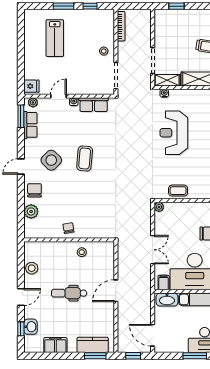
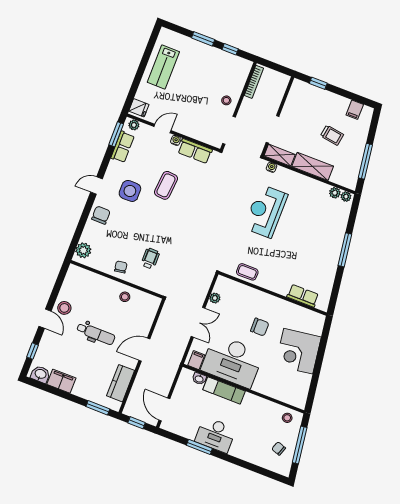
lab bench: (55, 38) -> (163, 67), moved
coffee table: (85, 158) -> (166, 185), moved
side table: (51, 160) -> (130, 191), turned 45
plant: (159, 207) -> (215, 298), moved
plant: (31, 211) -> (83, 250), moved
wheelchair: (91, 211) -> (150, 259), added
stool: (32, 268) -> (64, 308), moved
dental chair: (69, 293) -> (96, 334), turned 180
door: (21, 297) -> (45, 319), hinge flipped
washbasin: (167, 300) -> (199, 379), width x0.52, depth x0.69
washbasin: (30, 327) -> (40, 374), moved, turned -90
kitchen counter: (93, 345) -> (121, 383), moved, turned -90

